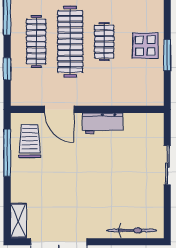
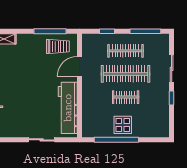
window: (167, 55) -> (116, 140), width x2.11
workbench: (103, 123) -> (68, 108), width x1.88, depth x1.32

